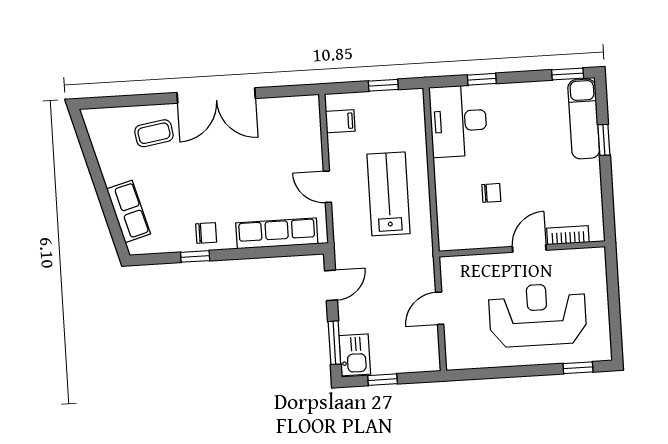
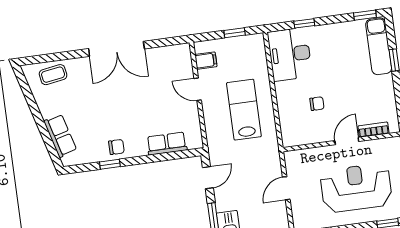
coffee table: (154, 133) -> (53, 75), moved
door: (327, 187) -> (198, 89), moved
row of seats: (277, 233) -> (167, 144), width x0.68

